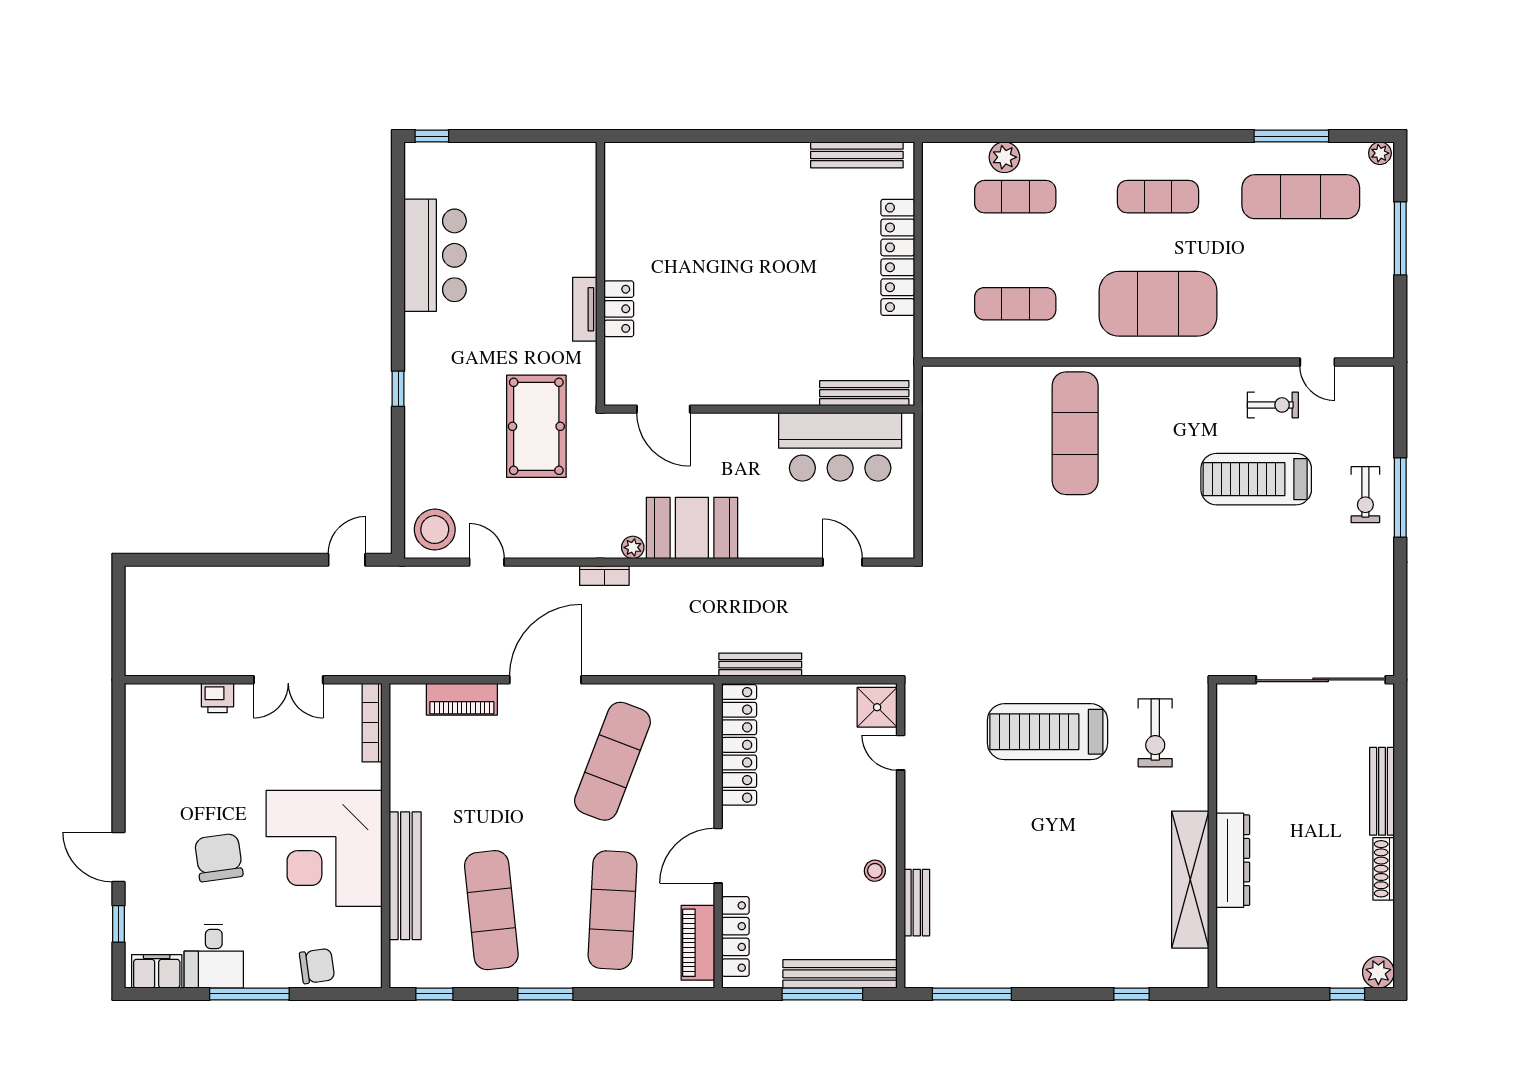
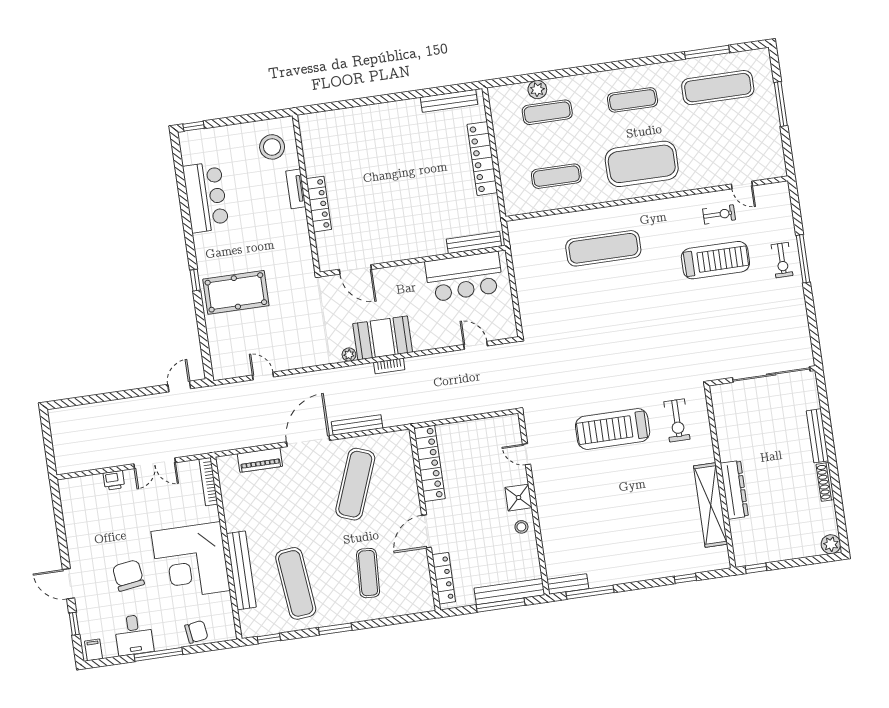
plant: (1380, 153) -> (761, 55), removed
tv unit: (585, 309) -> (296, 189), moved
locker: (619, 309) -> (319, 204), width x1.53
pool table: (536, 426) -> (236, 292), moved, turned 90
exercise mat: (1075, 433) -> (603, 248), turned 90
treadmill: (1256, 479) -> (715, 260), turned 180
stool: (435, 530) -> (272, 147), moved
bookcase: (604, 576) -> (389, 366), moved
bench: (760, 665) -> (357, 425), moved
shower: (877, 707) -> (519, 498), moved
bench: (917, 903) -> (568, 584), moved, turned 90
exercise mat: (612, 910) -> (368, 573), width x0.73, depth x0.69
piano: (698, 943) -> (422, 585), removed
filing cabinet: (157, 971) -> (94, 650), width x0.50
window: (1347, 994) -> (756, 568), moved

